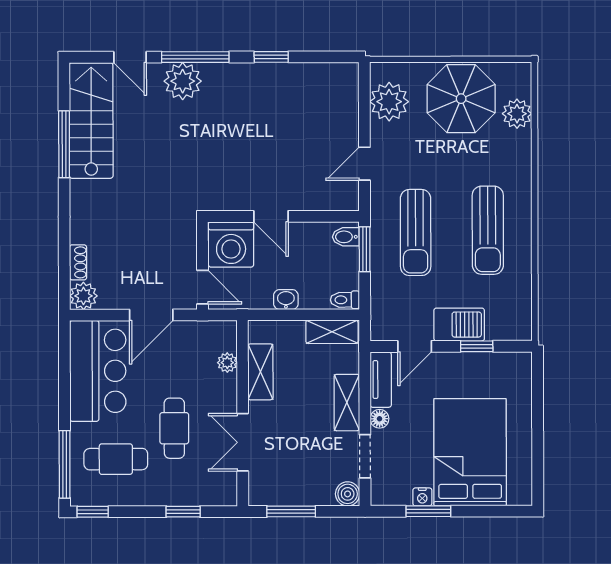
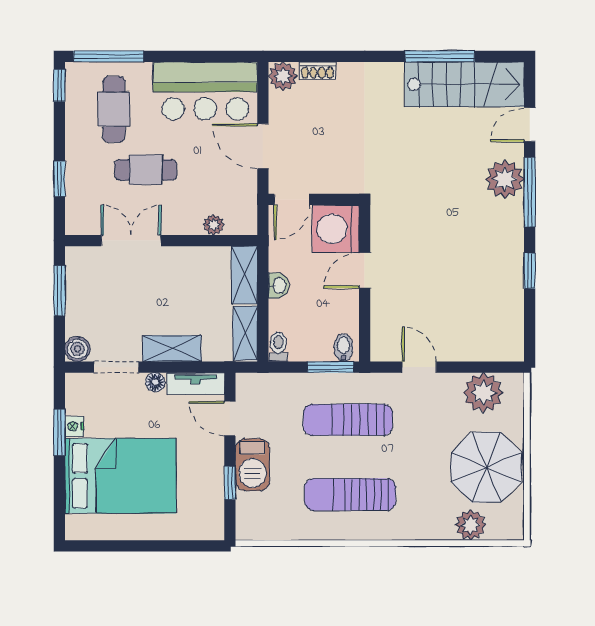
shelving: (260, 372) -> (244, 275), moved, turned 90

